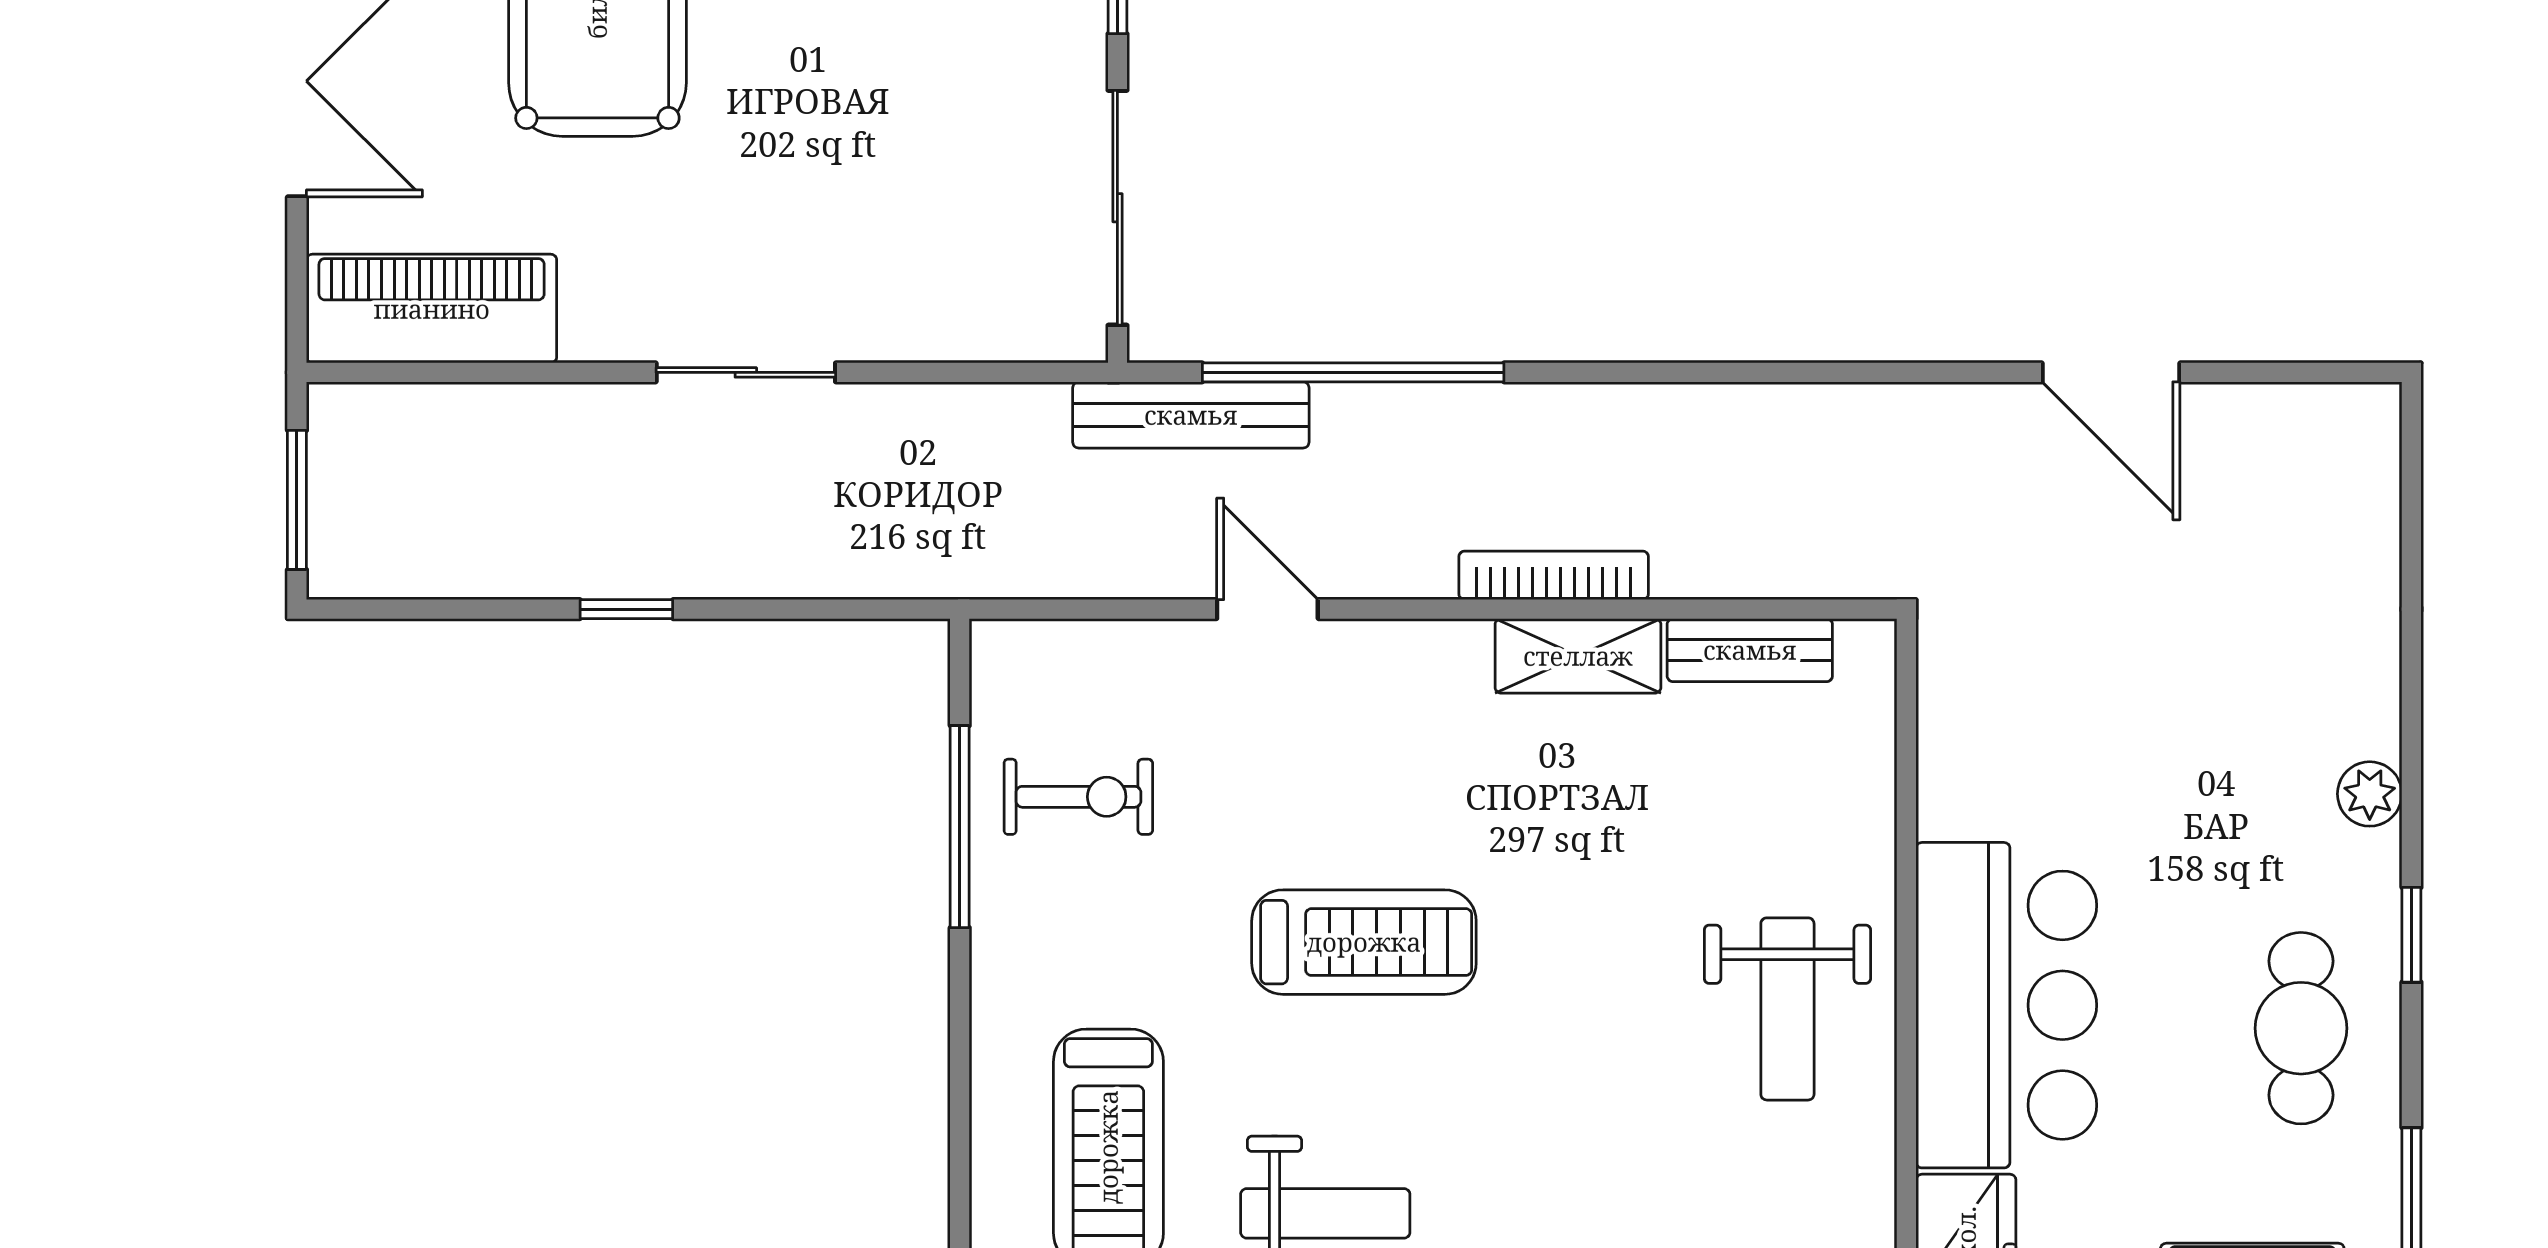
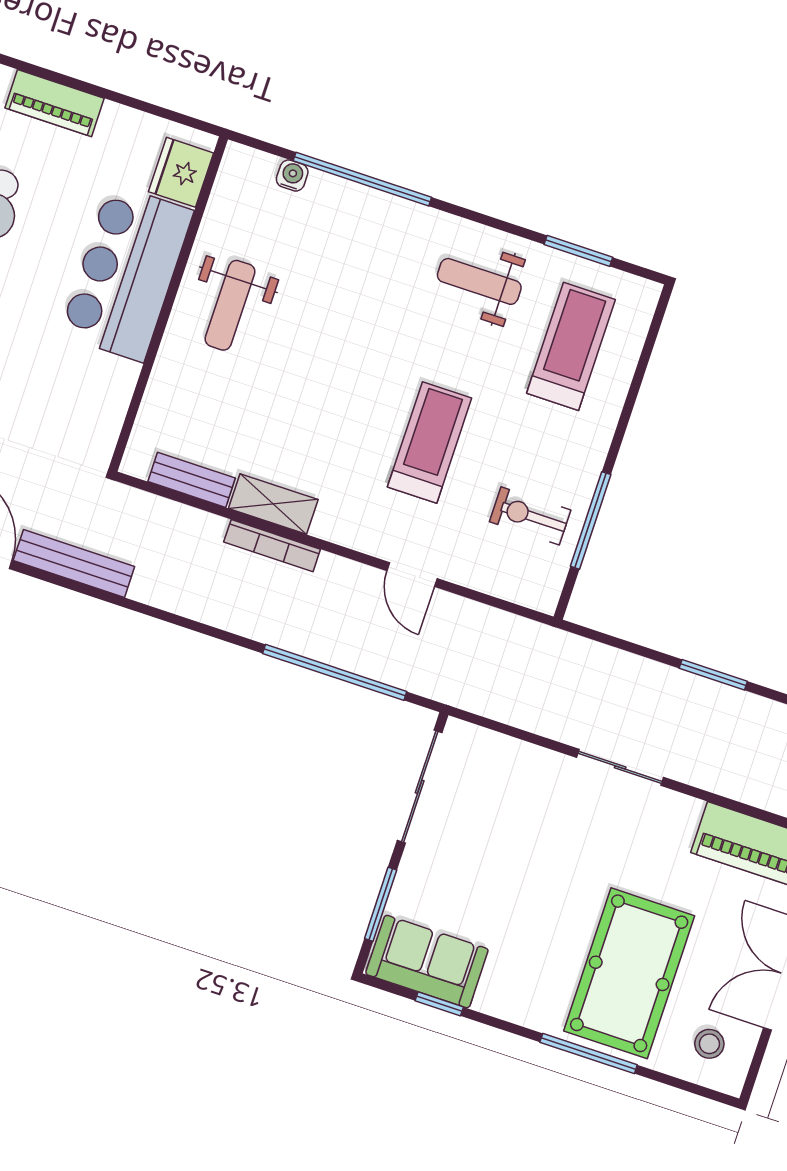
bench: (1191, 415) -> (74, 563), moved
window: (626, 609) -> (713, 675), width x1.50
treadmill: (1364, 942) -> (430, 442), moved, turned 90
weight bench: (1787, 1009) -> (230, 305), turned 180

